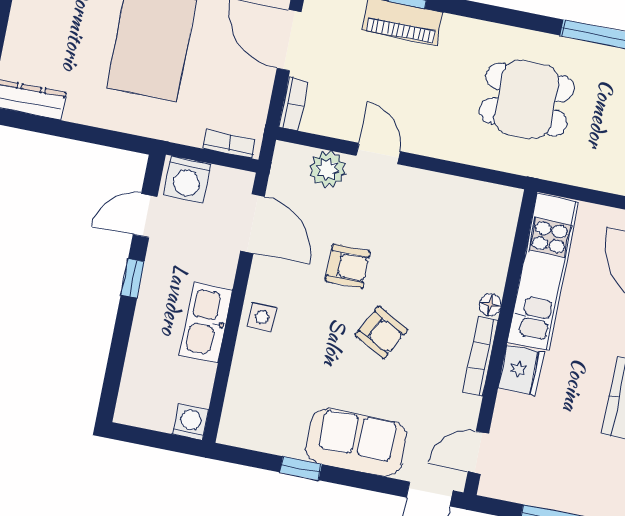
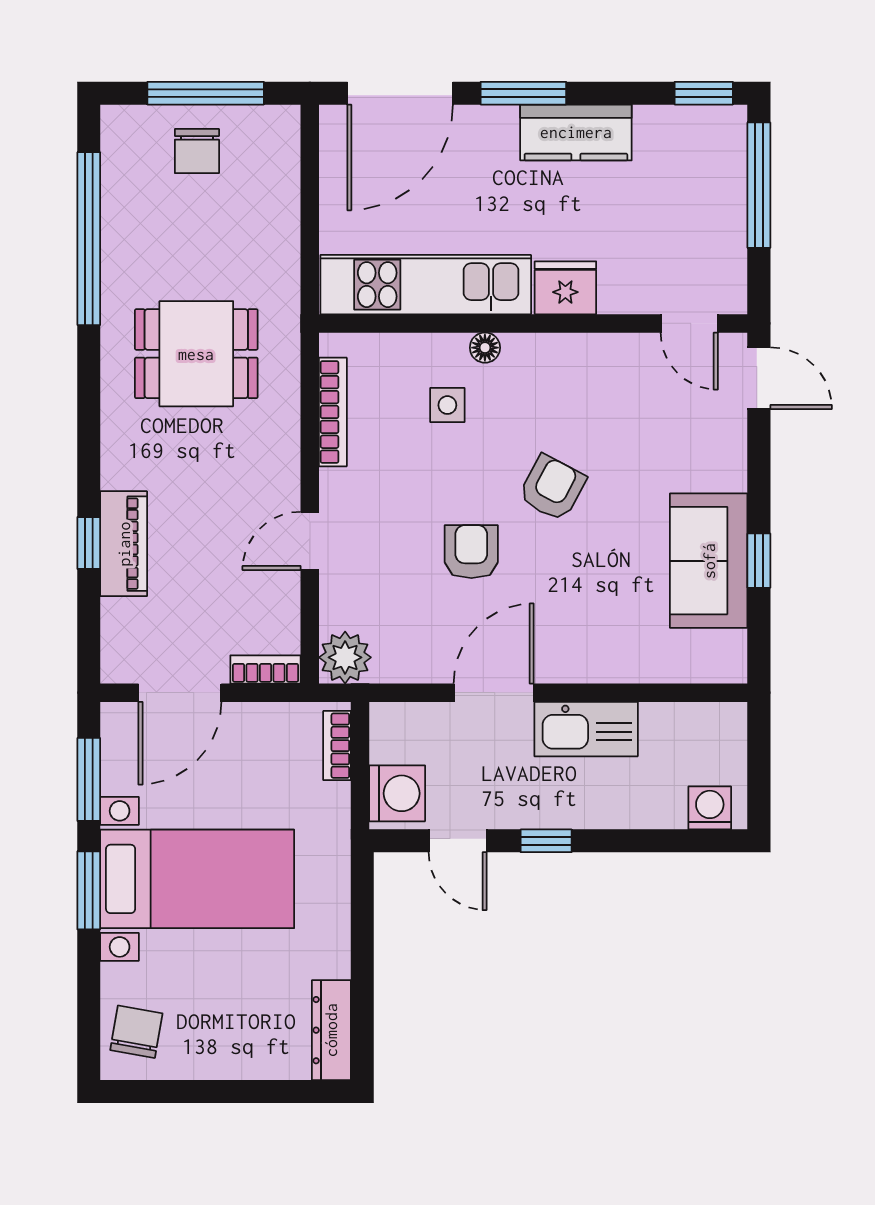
dining table: (527, 100) -> (196, 354), turned 90
plant: (327, 169) -> (345, 657), moved
door: (252, 224) -> (494, 693), moved
side table: (262, 317) -> (447, 405), moved
bookcase: (481, 356) -> (333, 412), moved, turned -90
washing machine: (190, 422) -> (710, 808), moved, turned 90
sofa: (356, 442) -> (709, 561), moved

